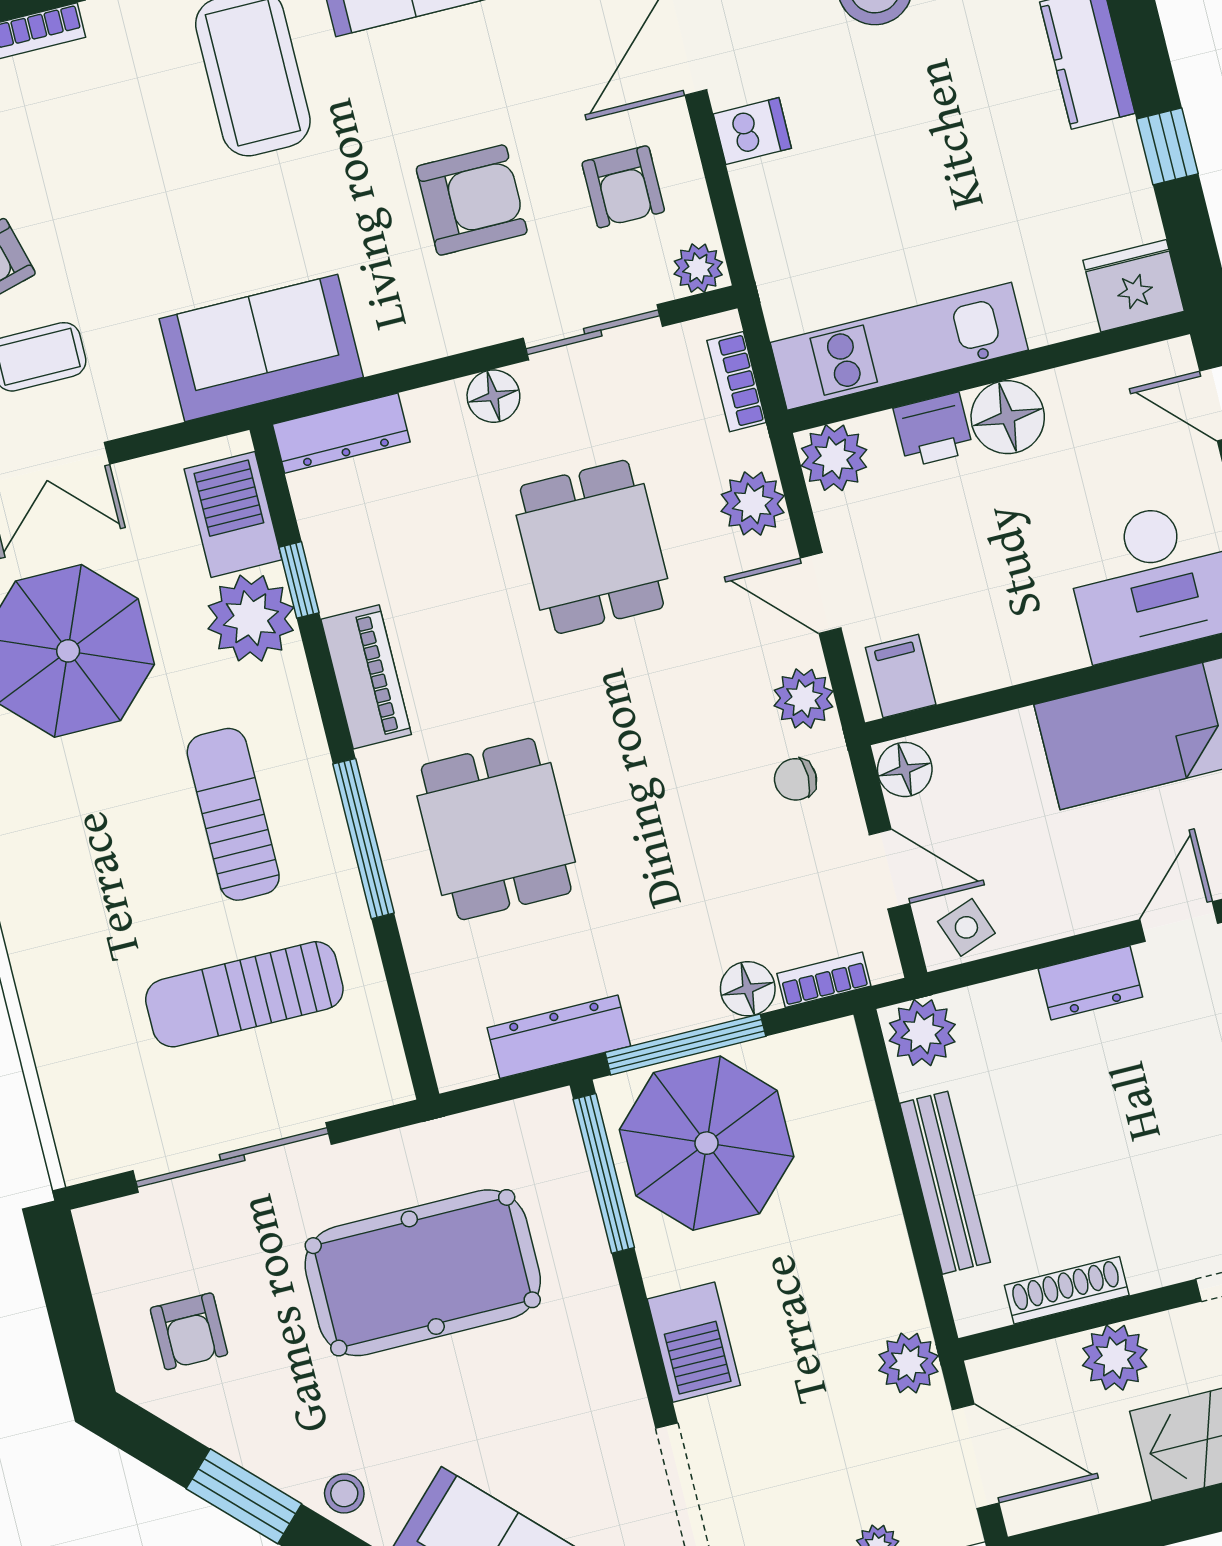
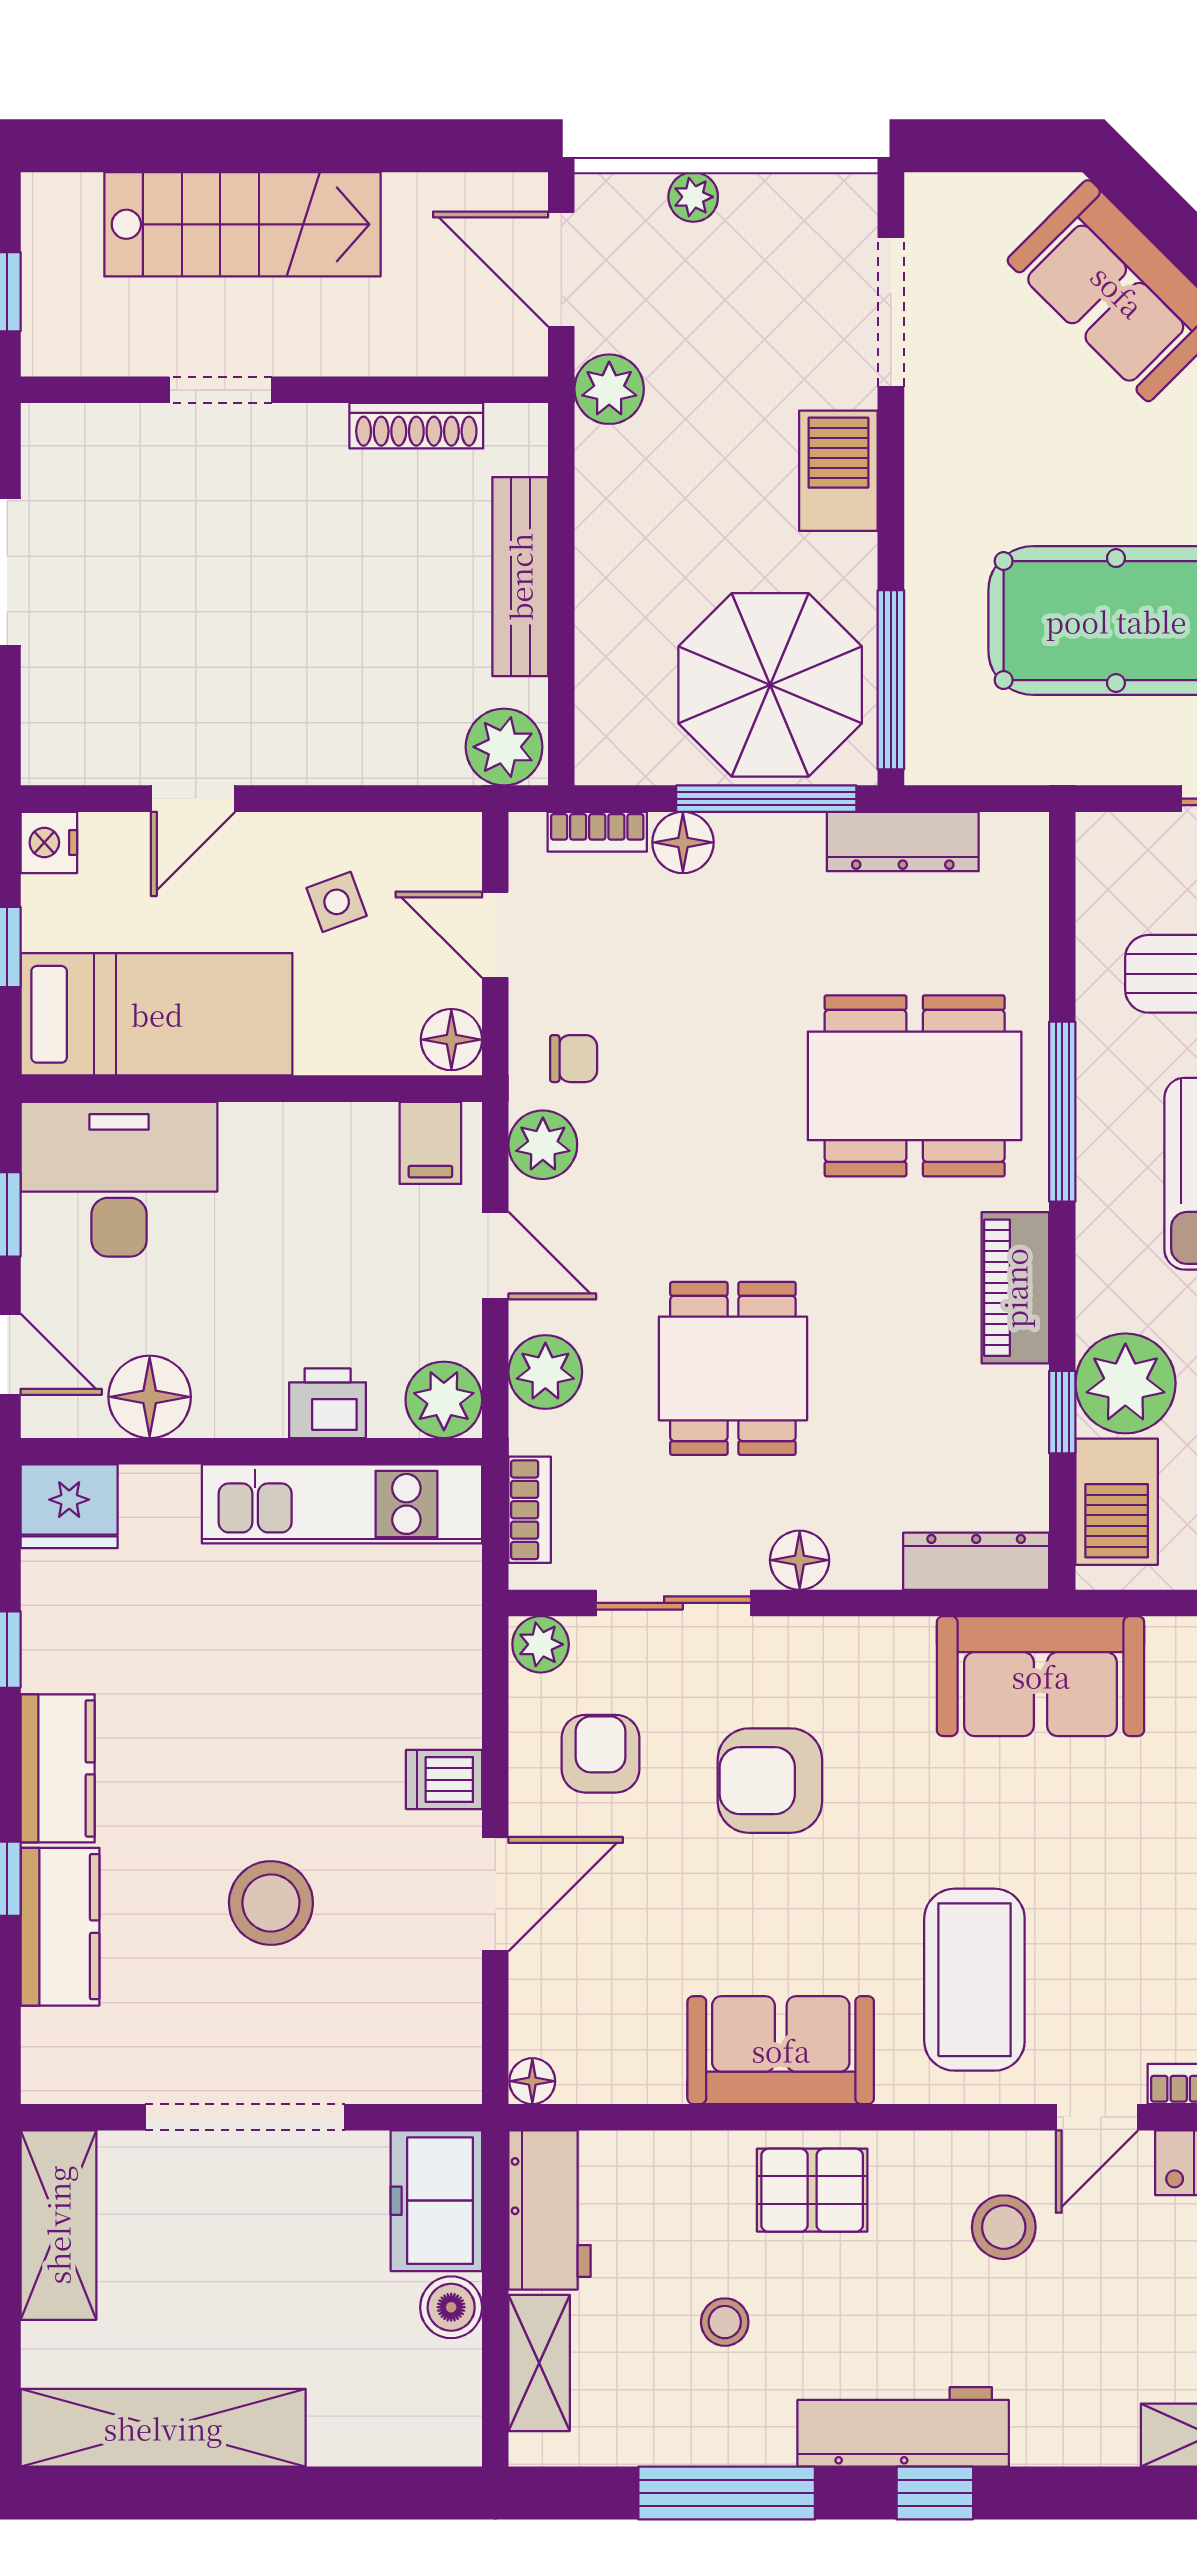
floor lamp: (1008, 417) -> (150, 1397), moved
dining table: (496, 829) -> (915, 1086), width x1.37
side table: (966, 927) -> (337, 902), moved
dresser: (1090, 983) -> (307, 755), removed
plant: (1115, 1358) -> (382, 339), removed

